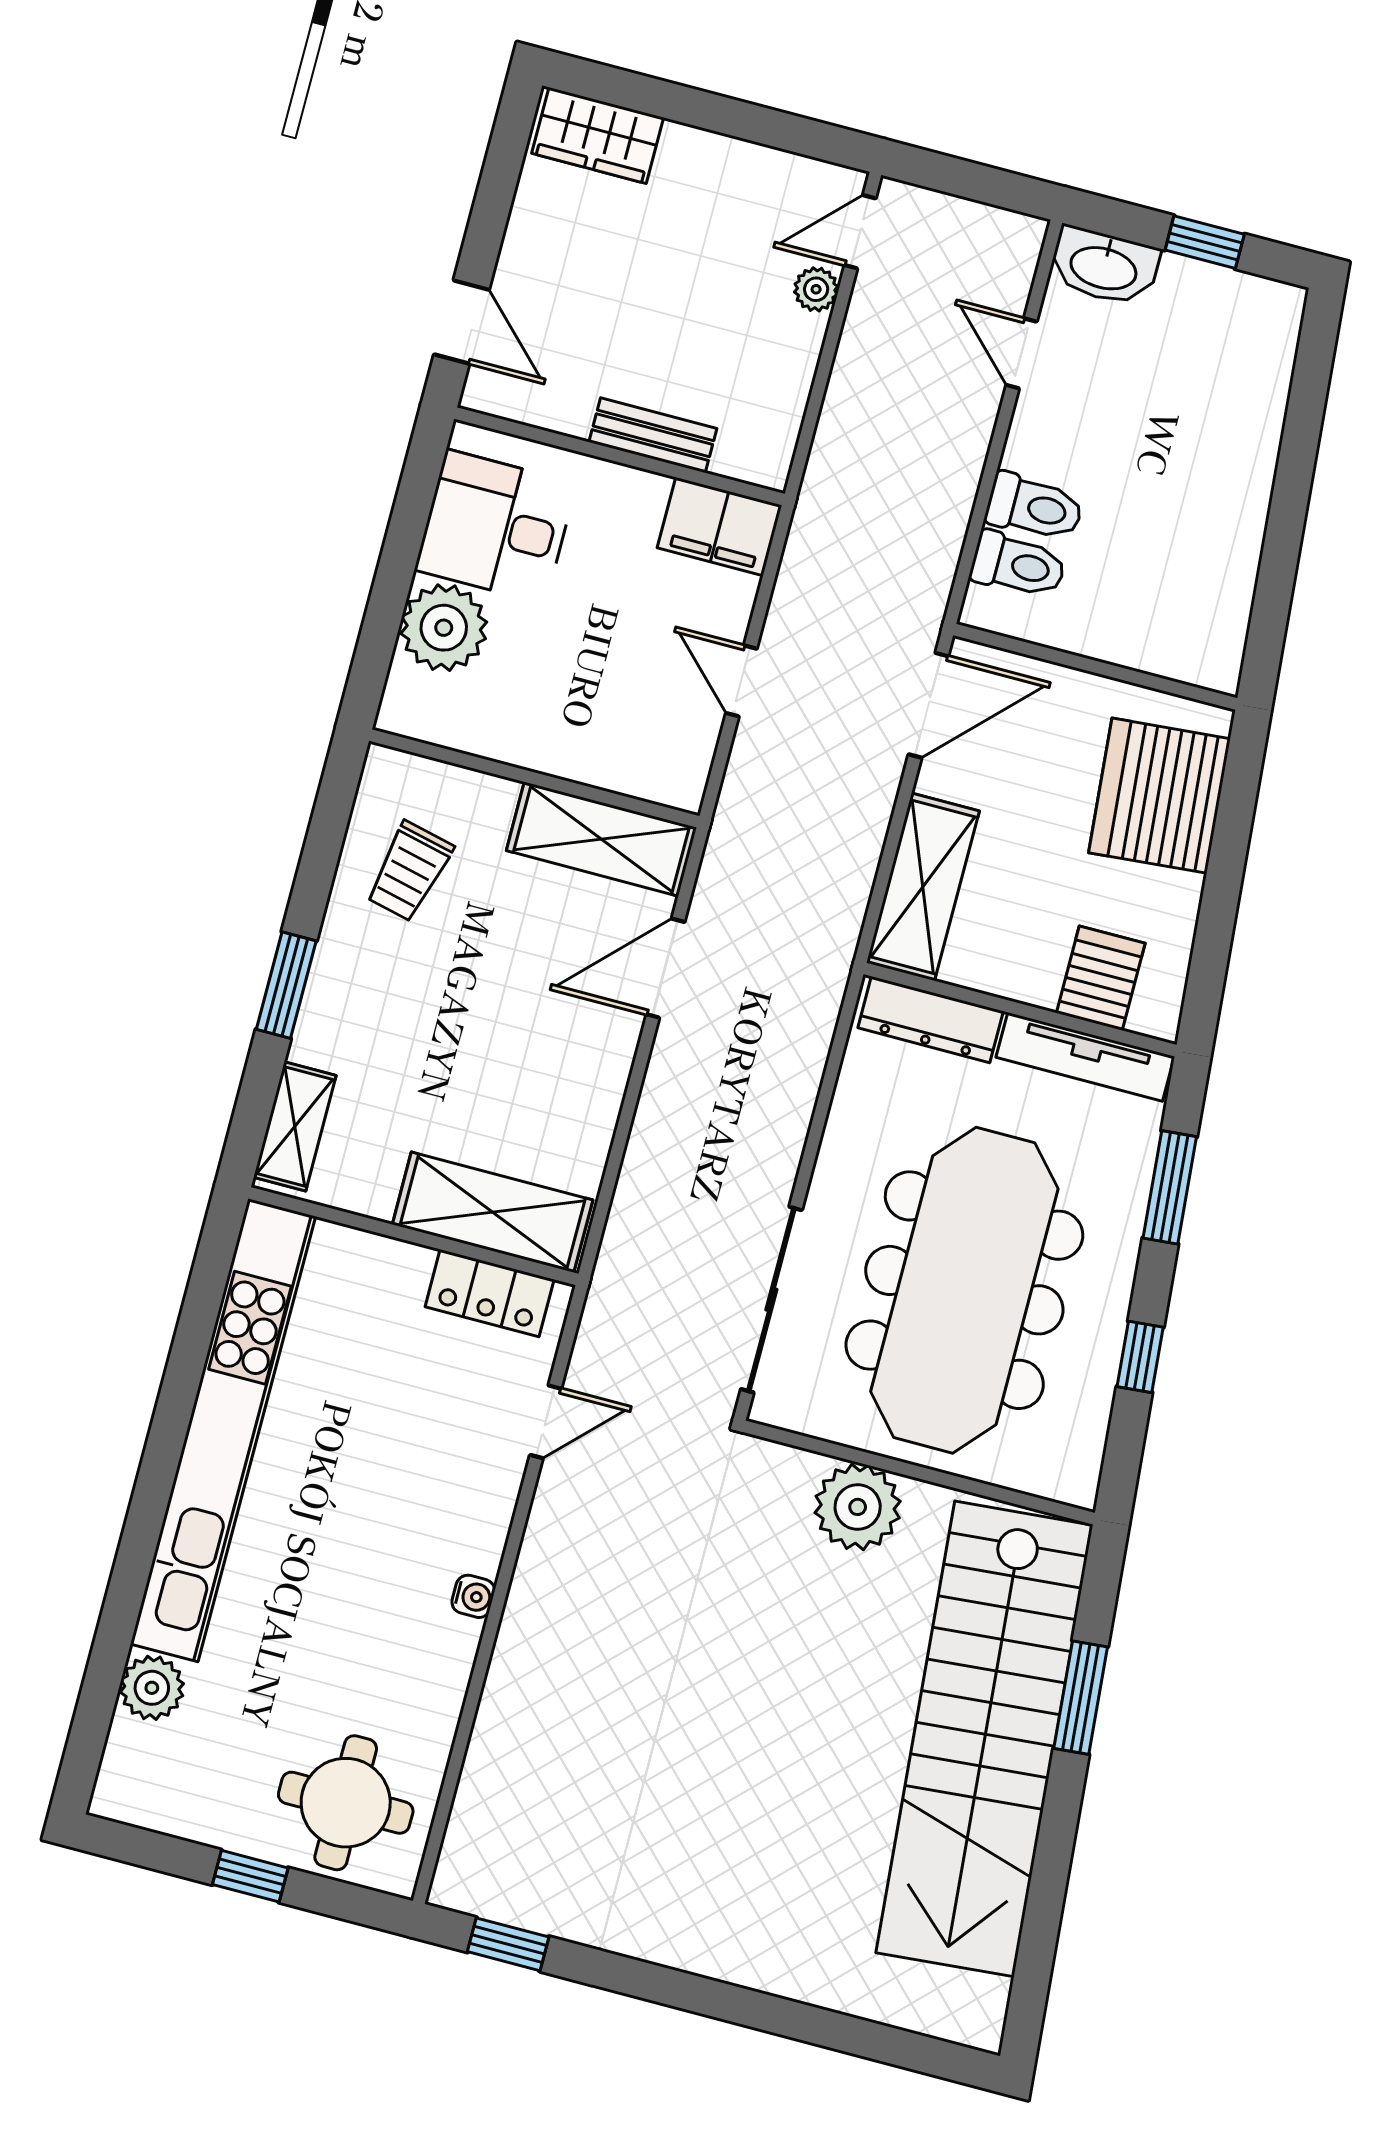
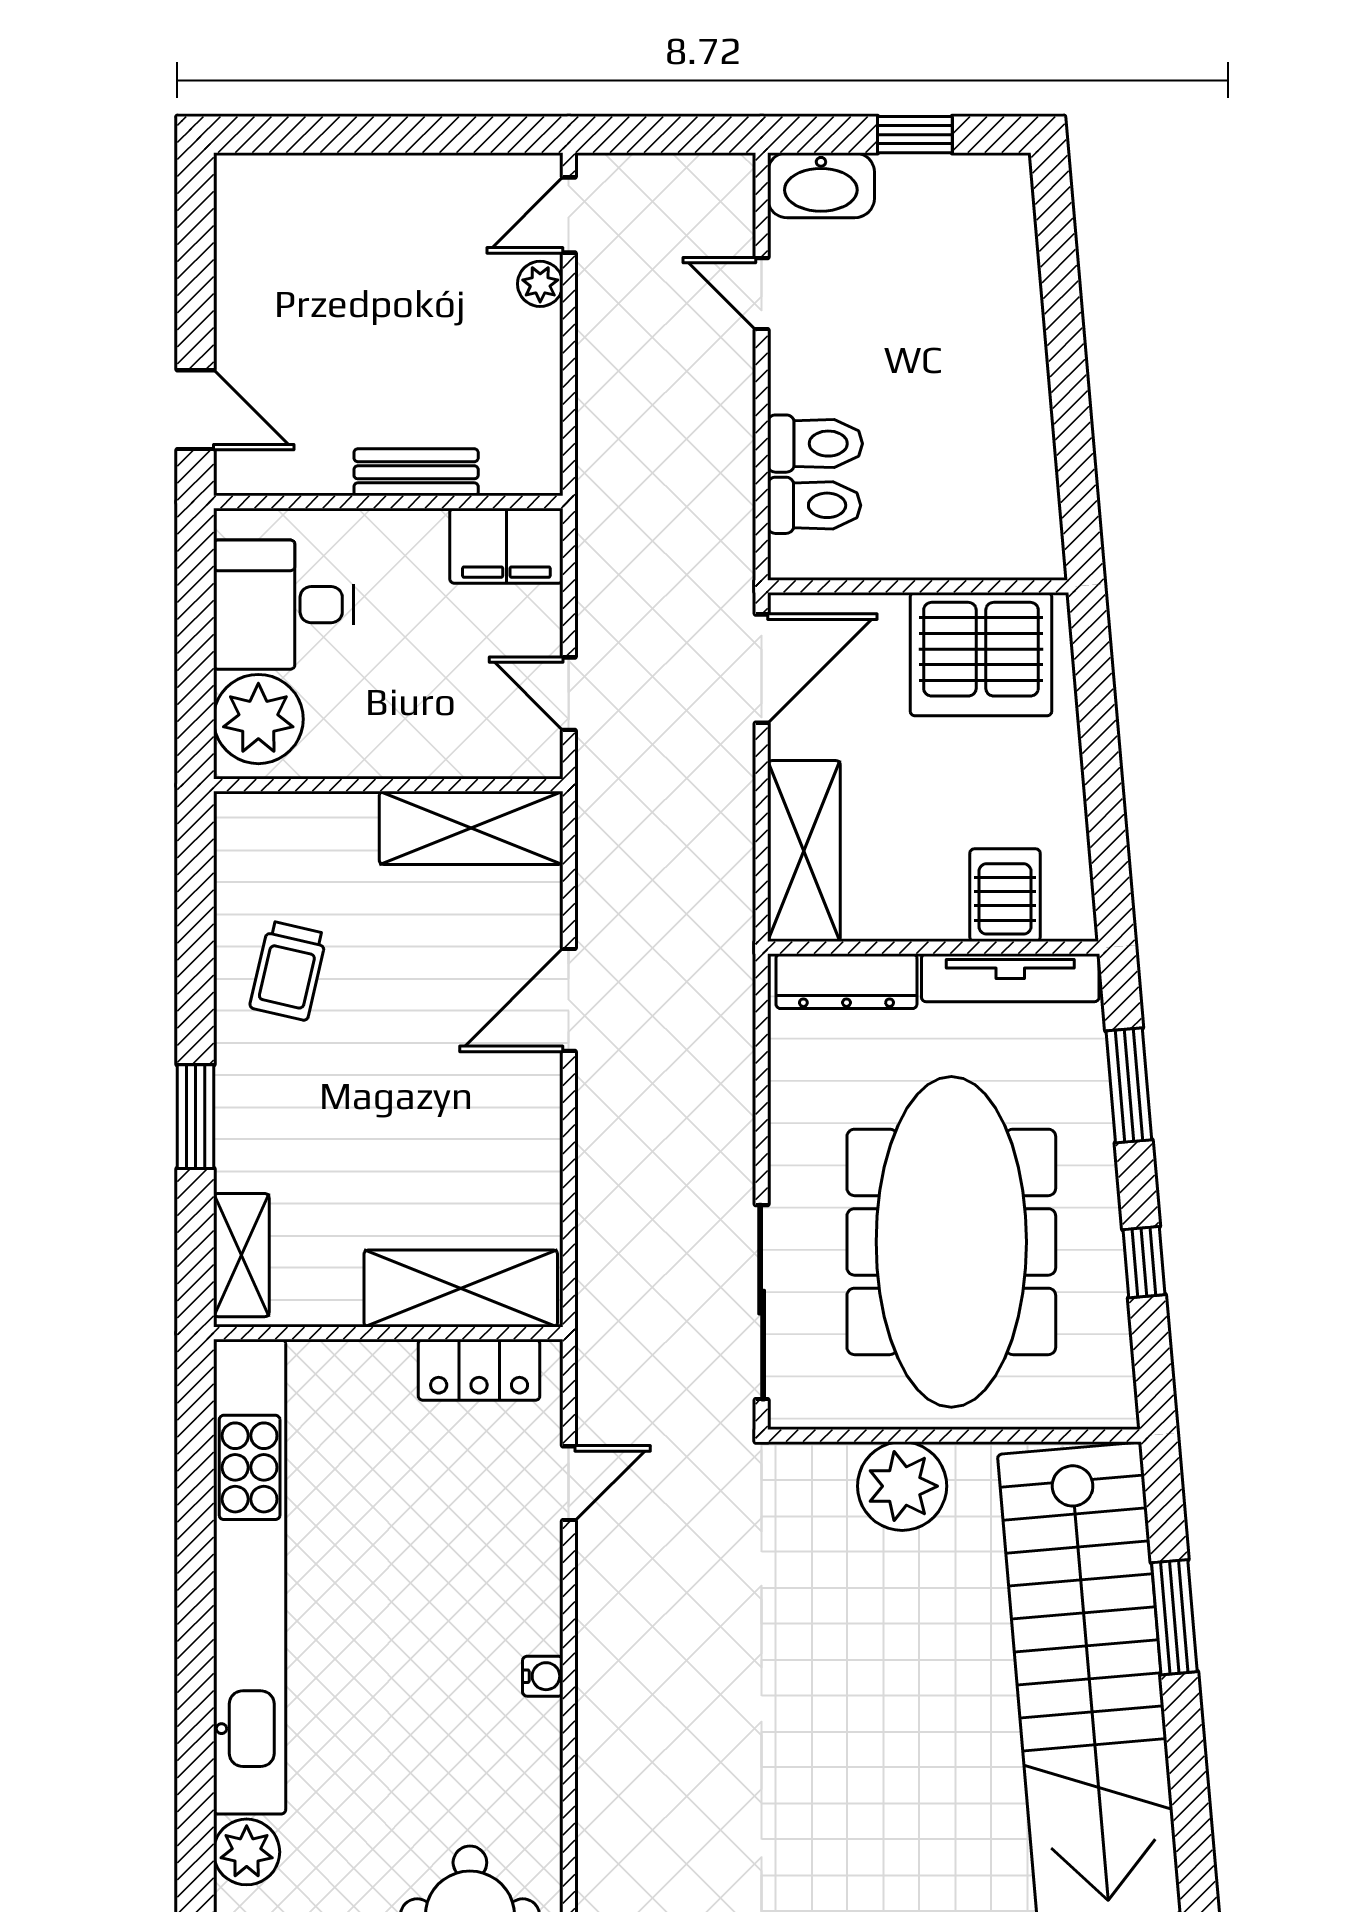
wardrobe: (598, 135) -> (282, 188), removed
wall: (534, 778) -> (388, 785), moved
server rack: (1160, 796) -> (981, 654), moved, turned -85
shelving: (601, 839) -> (471, 828), moved

